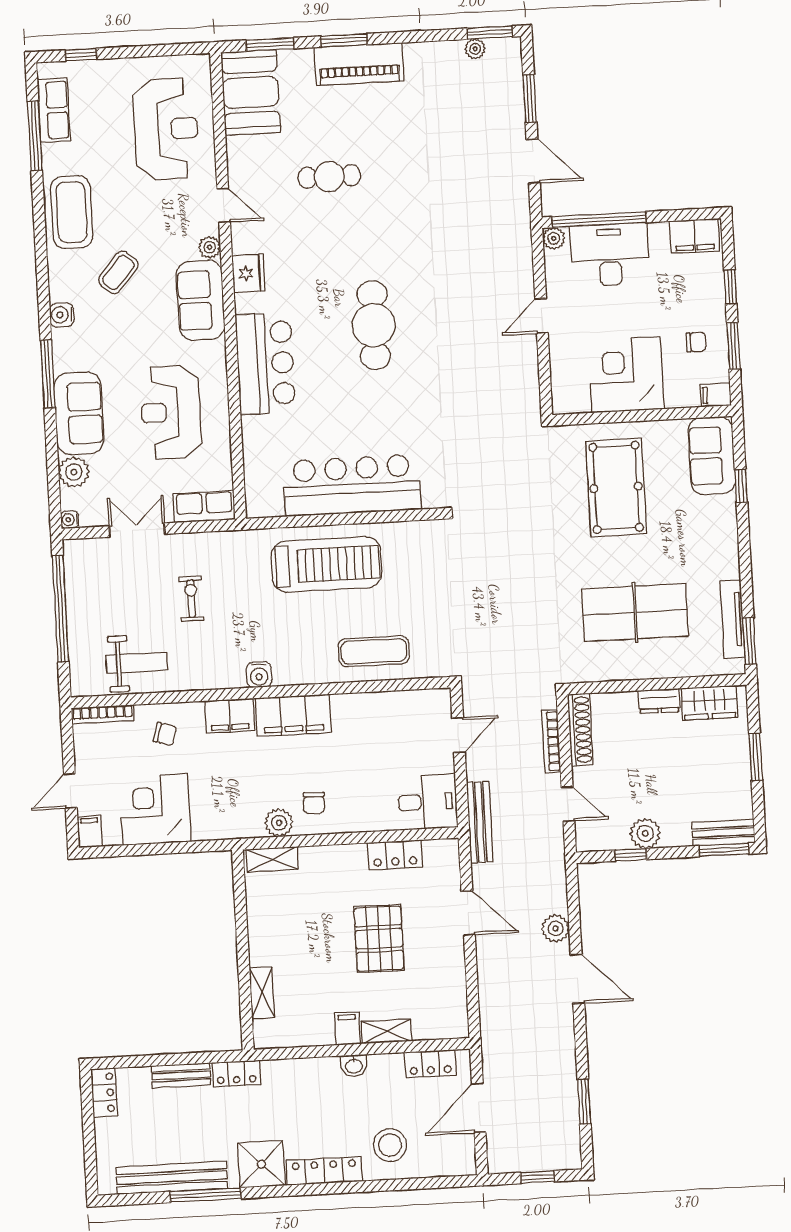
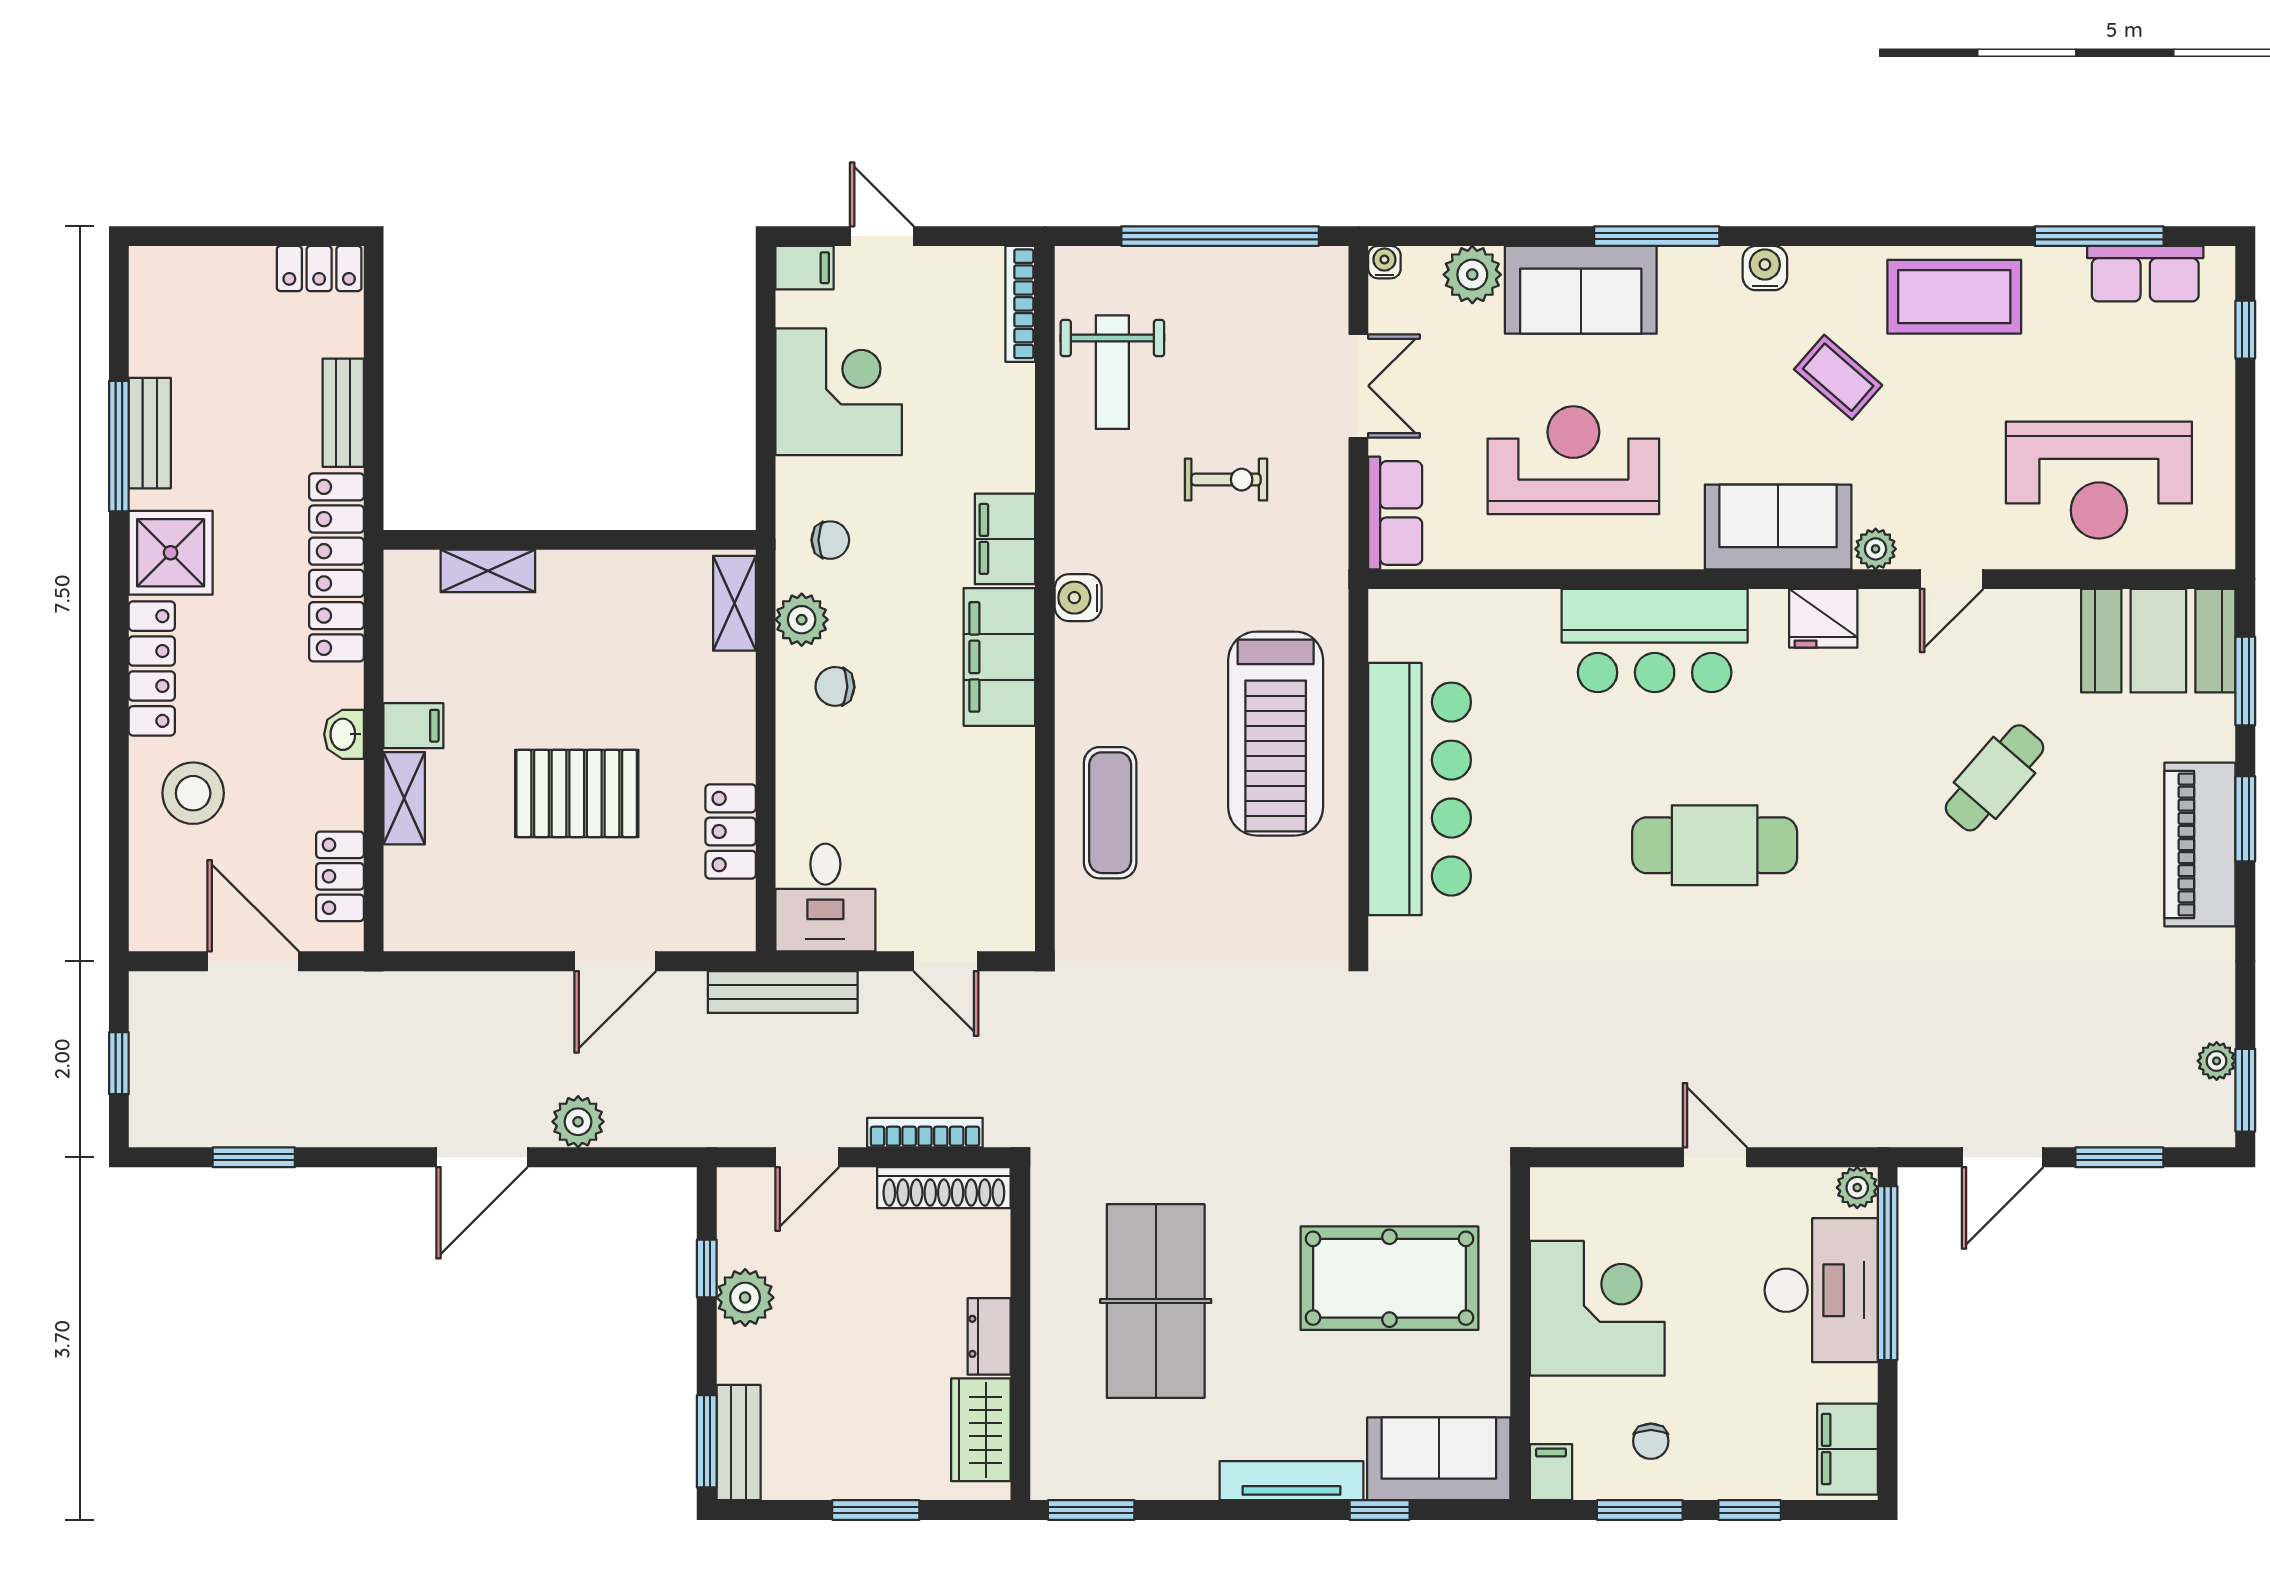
cafe table: (329, 177) -> (1995, 778), turned 41
tv unit: (732, 619) -> (1291, 1481), moved
chair: (165, 734) -> (830, 540), moved, turned -107
locker: (236, 1073) -> (336, 567), width x2.16, depth x1.21
bench: (172, 1178) -> (150, 433), width x0.54, depth x0.82

